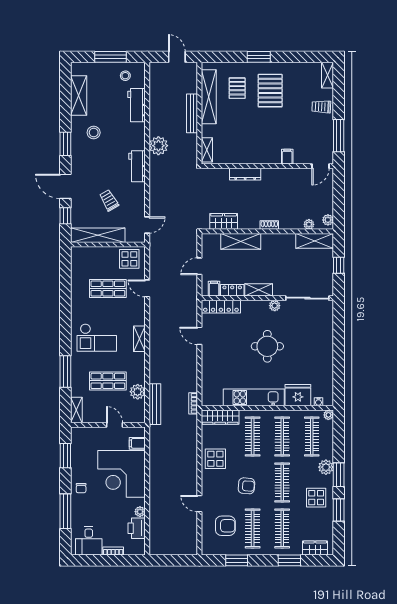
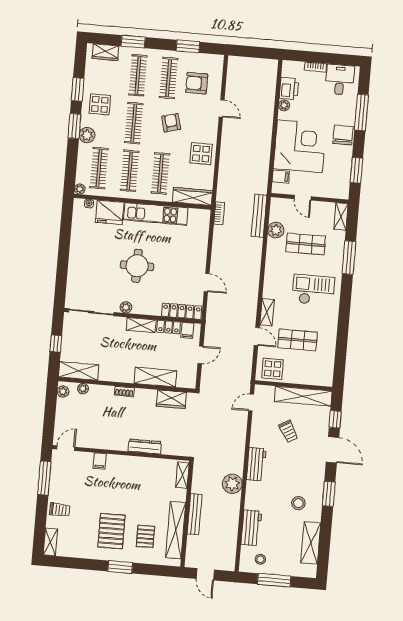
shelving: (139, 339) -> (267, 312), moved
armchair: (246, 486) -> (171, 123), turned 70
chair: (81, 488) -> (343, 135), width x1.87, depth x1.87

